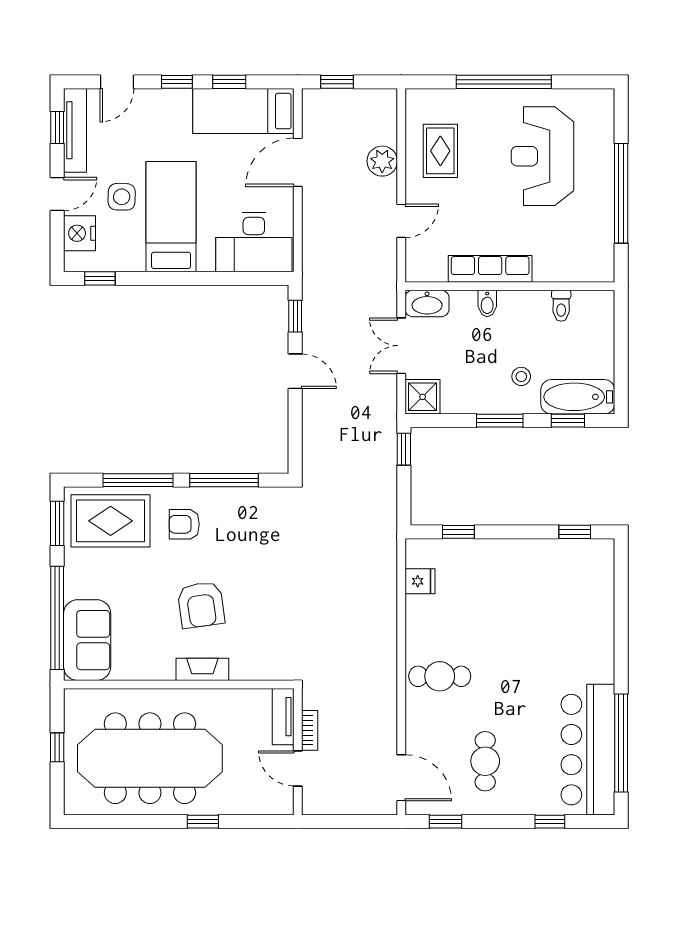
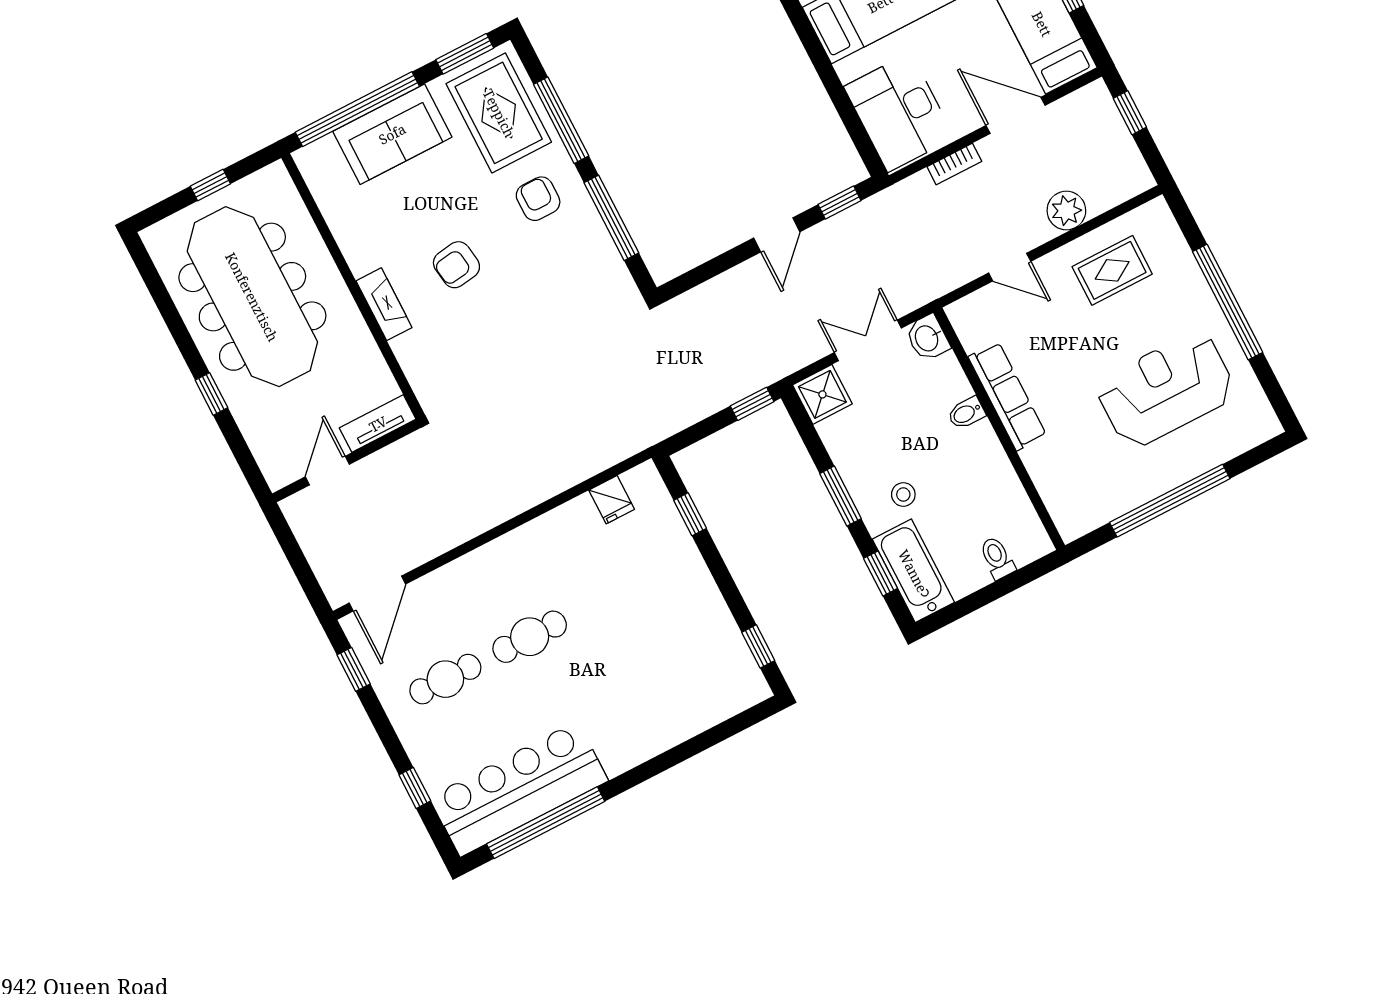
washbasin: (427, 303) -> (927, 338), width x0.72
toilet: (561, 306) -> (997, 558), moved, turned 90
armchair: (201, 605) -> (456, 265), width x0.72, depth x0.72
sofa: (87, 640) -> (392, 134), moved
cafe table: (440, 676) -> (530, 637), moved, turned 90
bookcase: (310, 730) -> (954, 164), moved

